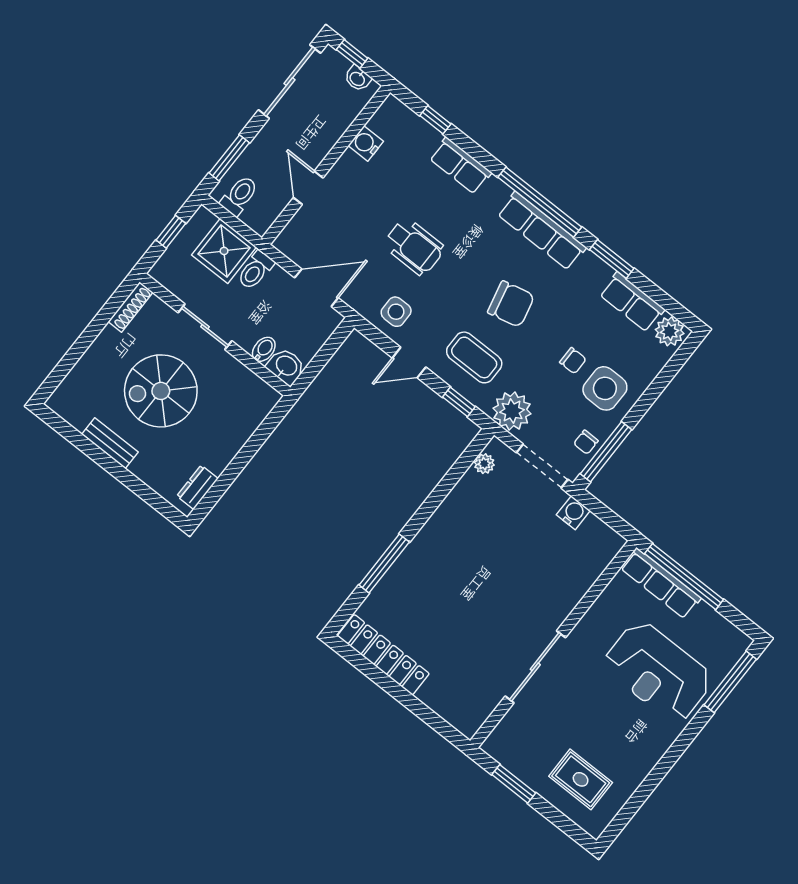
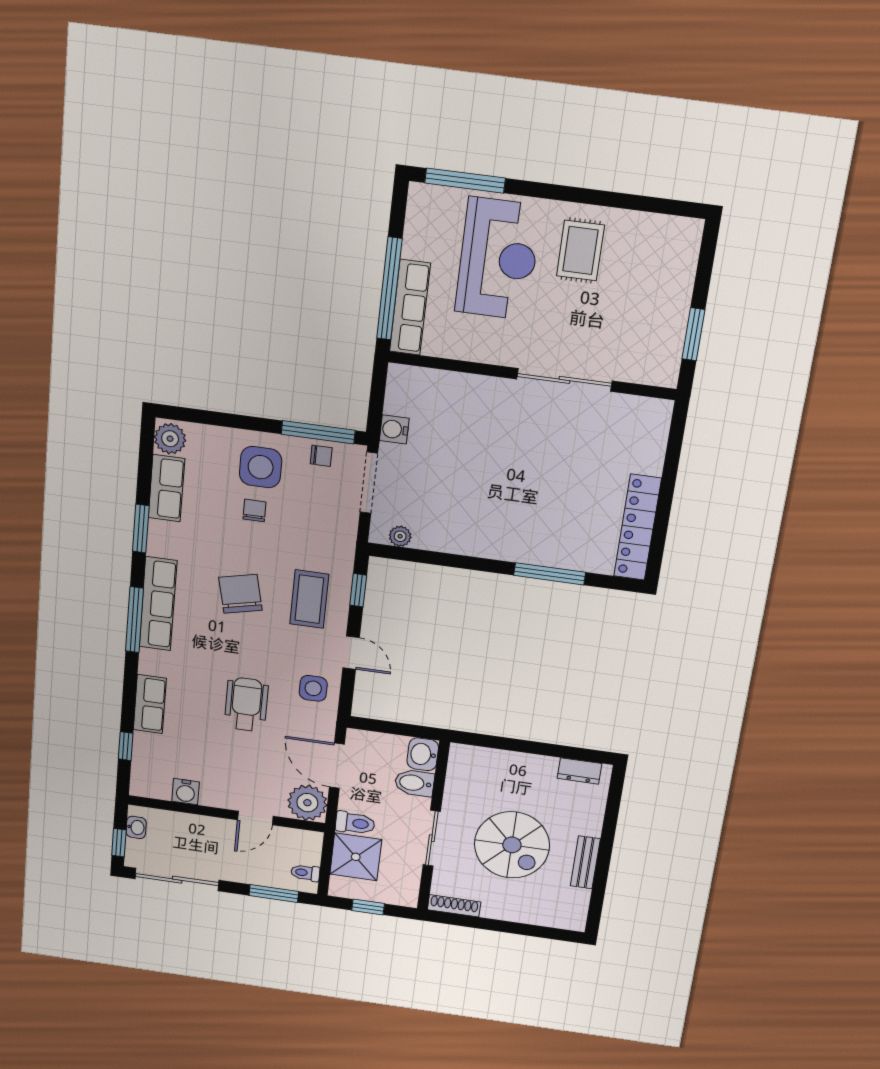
toilet: (239, 196) -> (305, 873), width x0.73, depth x0.72
window: (540, 202) -> (134, 620), width x0.68
bidet: (264, 349) -> (414, 783), width x1.38, depth x1.36
plant: (512, 411) -> (307, 803), moved
rug: (581, 779) -> (580, 251), moved

